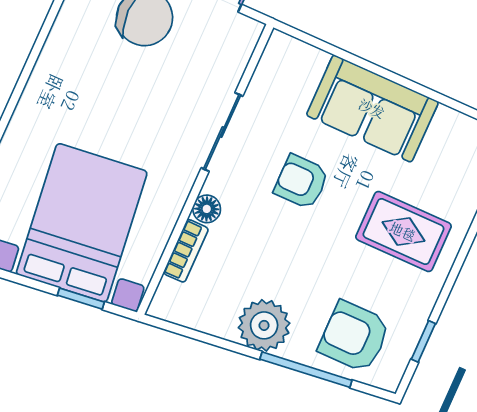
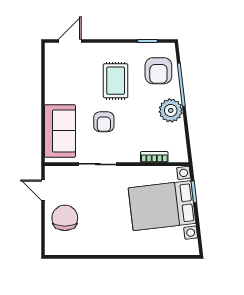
sofa: (372, 108) -> (60, 131), moved
floor lamp: (207, 209) -> (133, 156), removed
rug: (403, 231) -> (116, 81), moved

